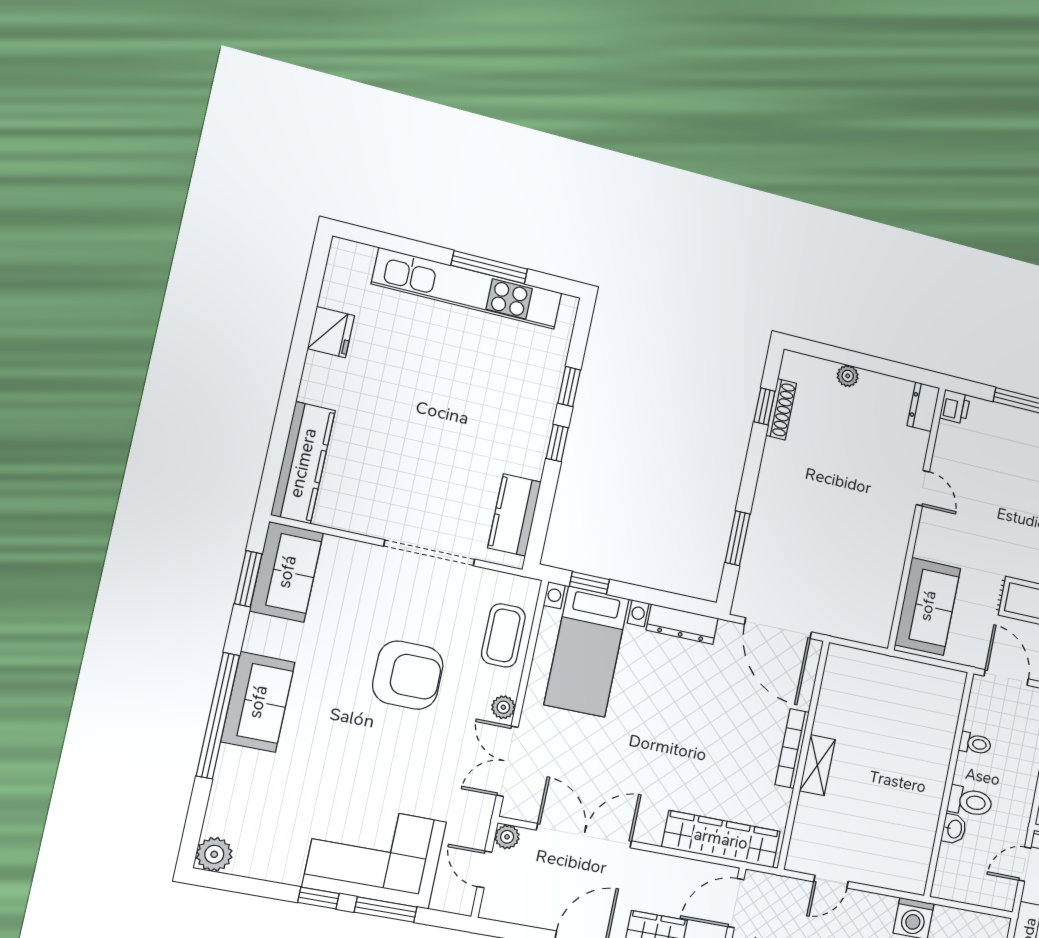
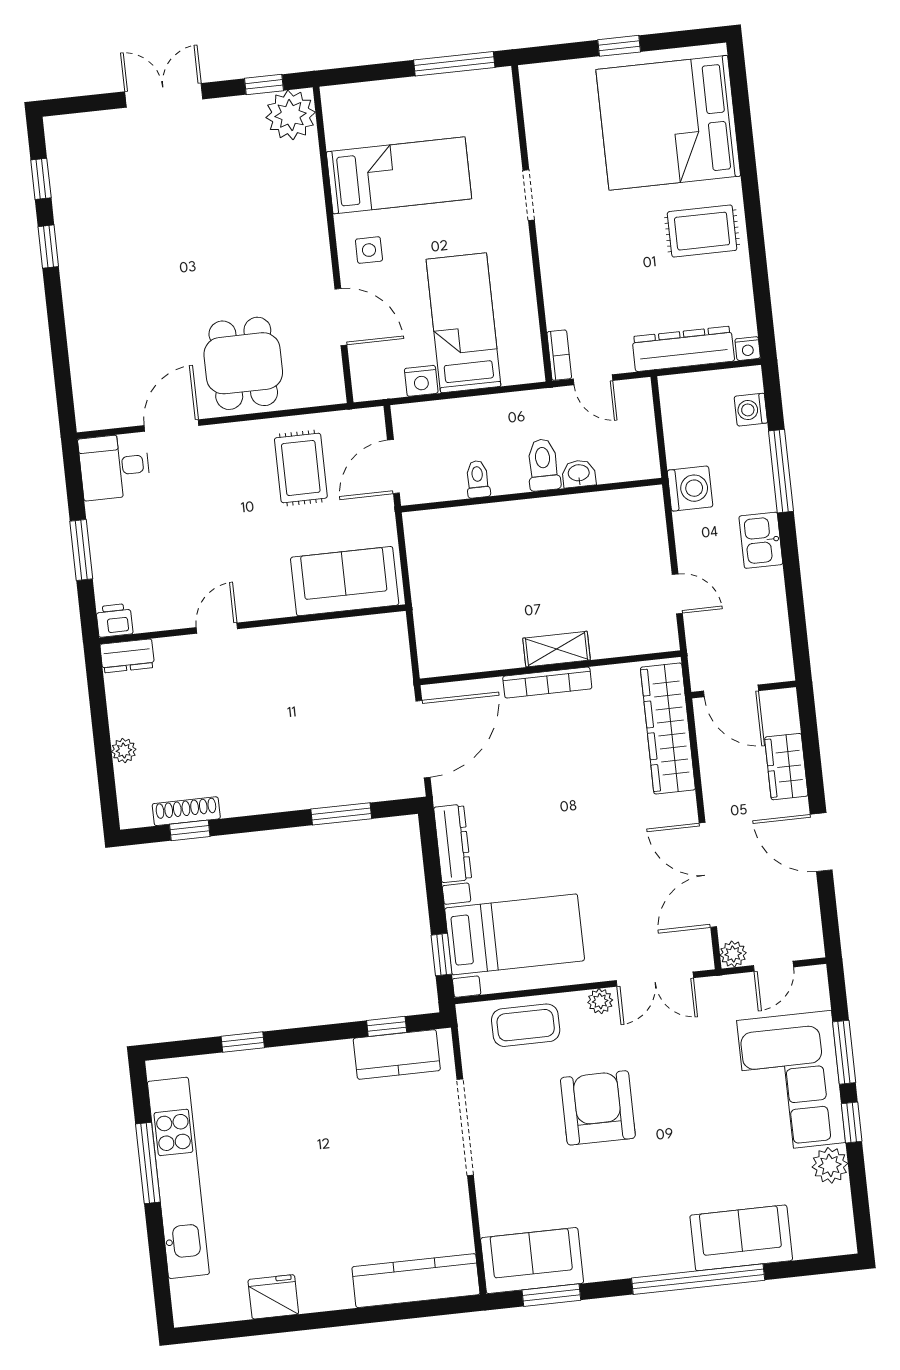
window: (557, 443) -> (387, 1026), moved
sofa: (258, 702) -> (741, 1238), moved
plant: (214, 854) -> (830, 1165), moved

